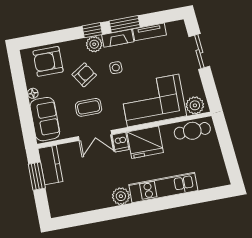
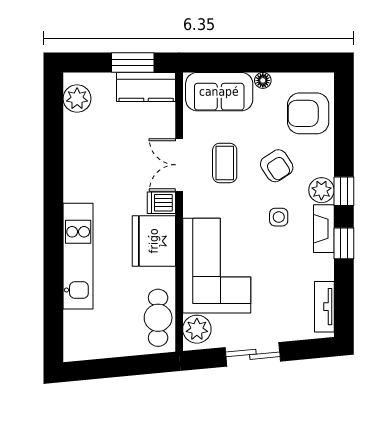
window: (125, 24) -> (344, 243), width x0.67
tv unit: (150, 32) -> (324, 307), moved
sliding door: (199, 51) -> (253, 354), moved
armchair: (48, 61) -> (308, 113), turned -90
plant: (121, 196) -> (77, 99), moved

